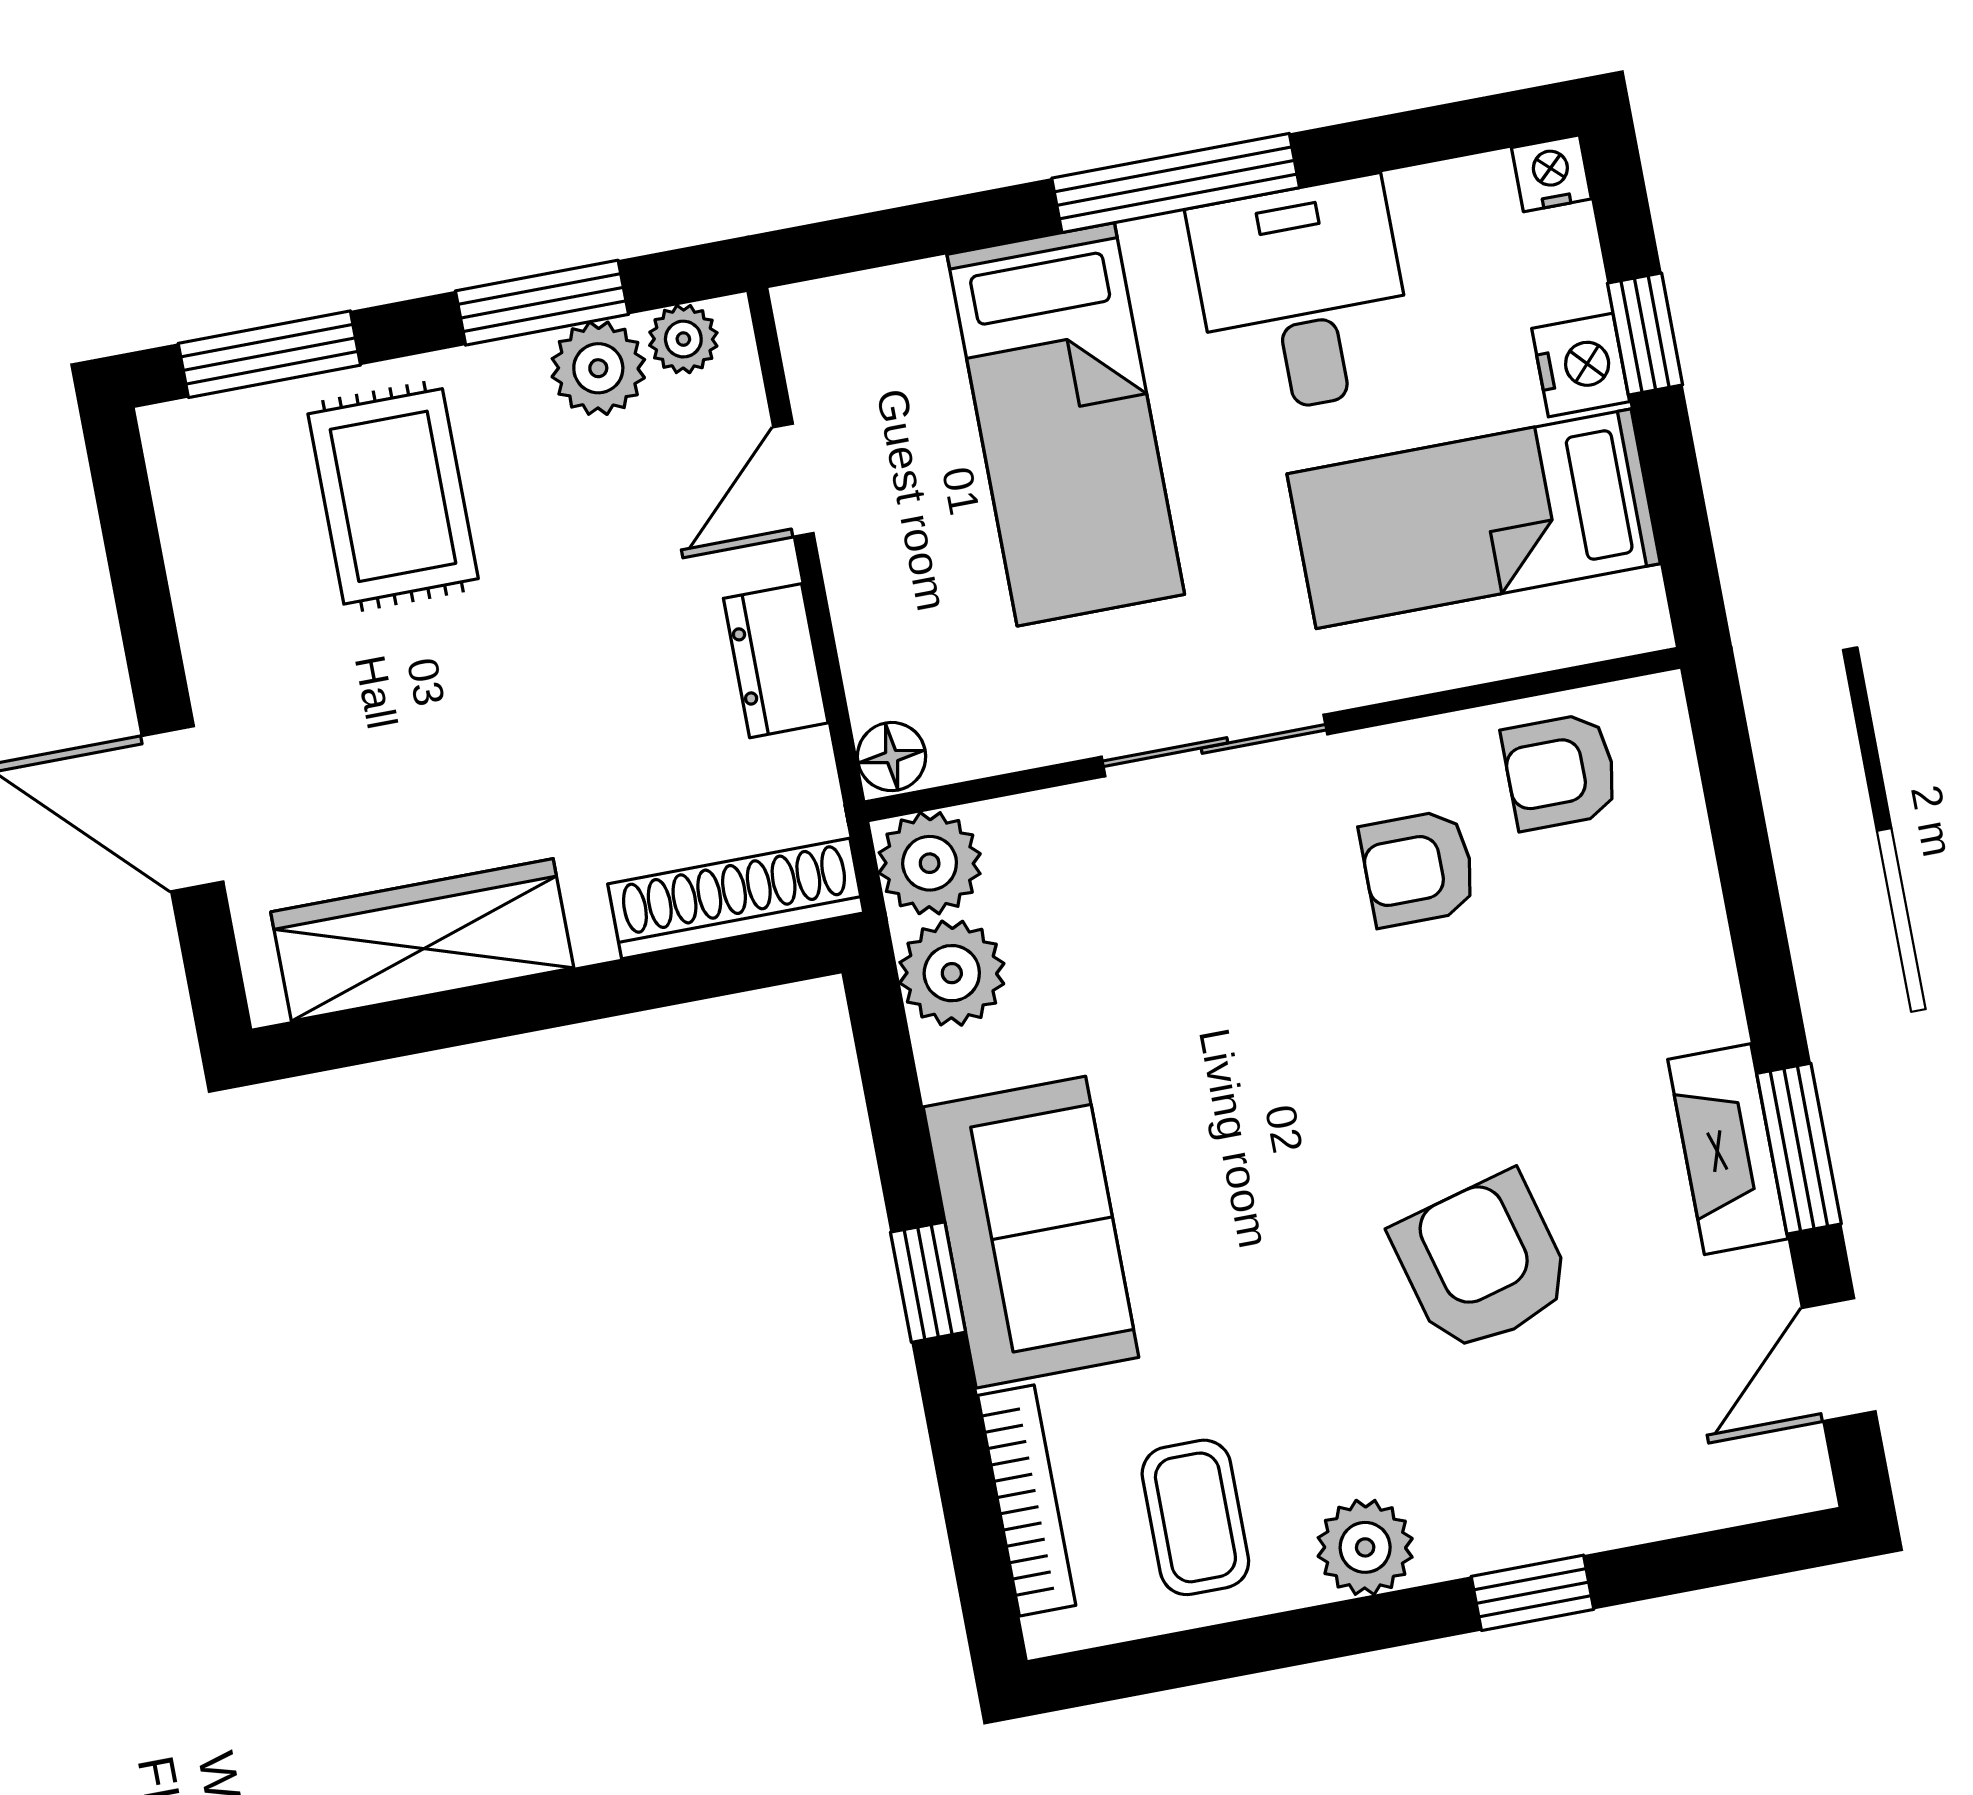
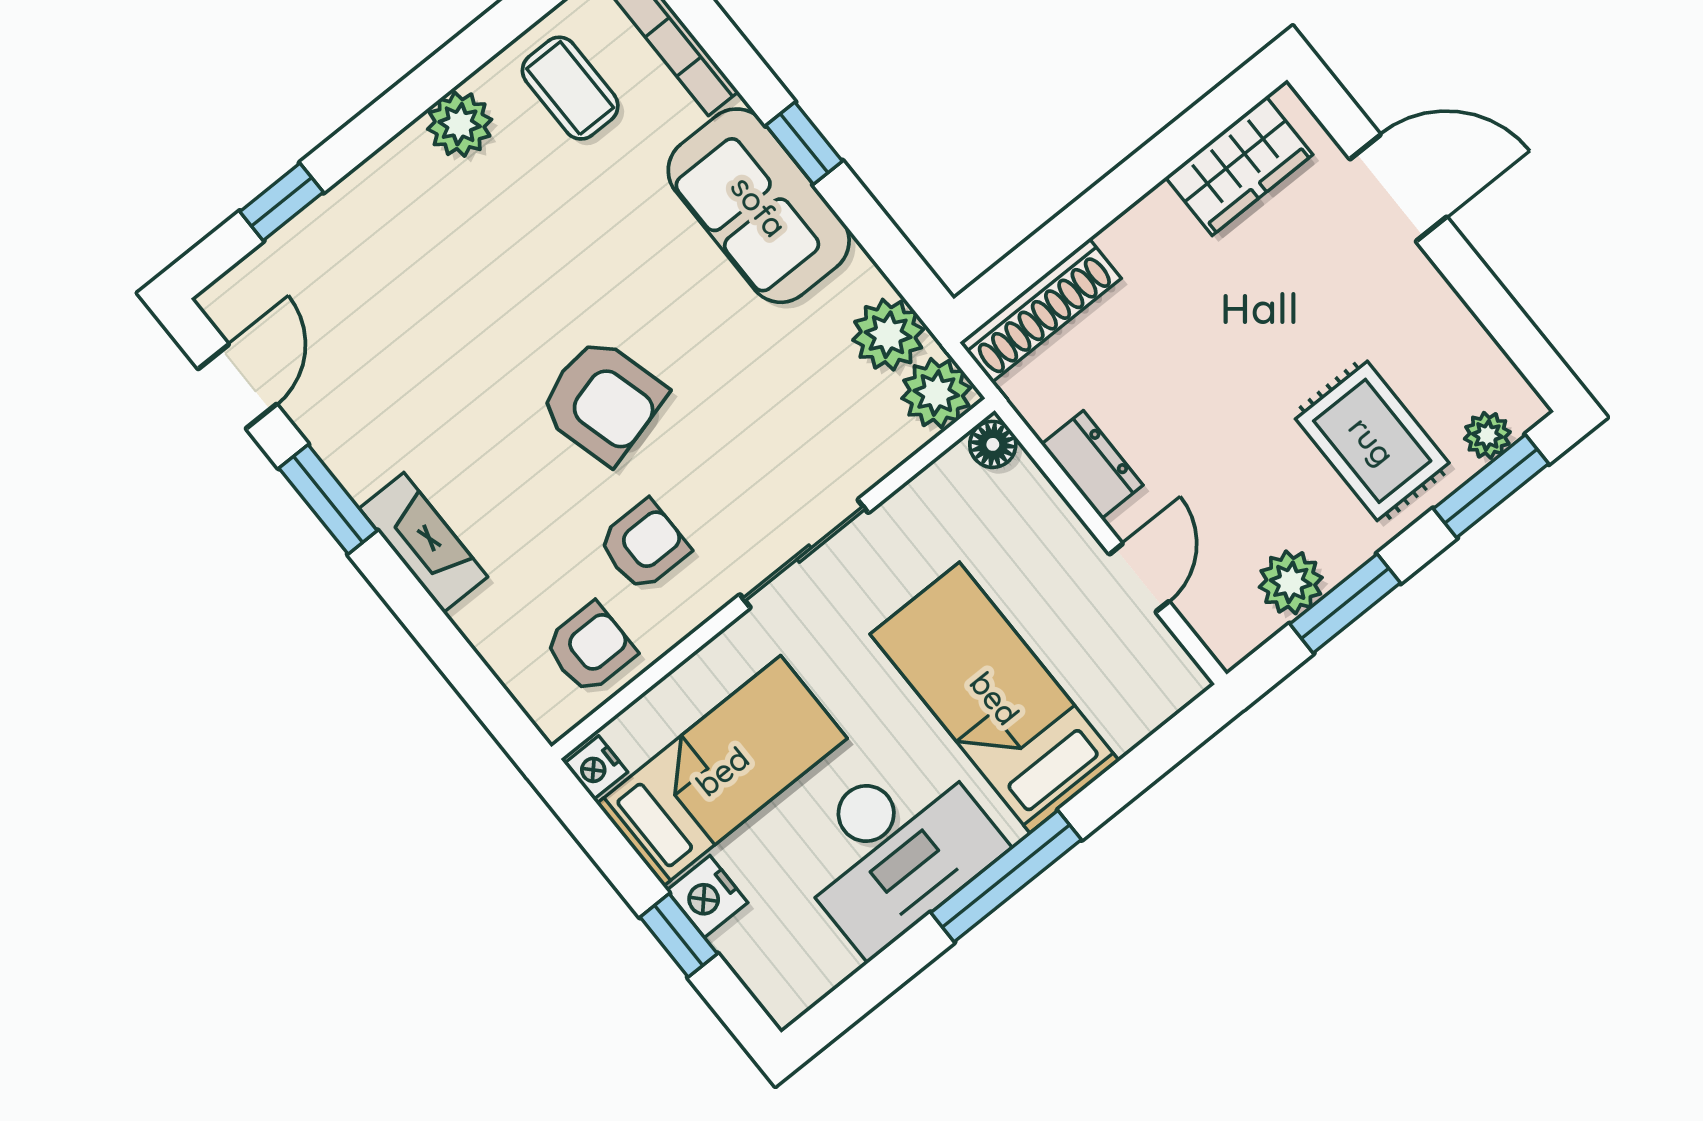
nightstand: (1551, 173) -> (596, 768), moved, turned 90
desk: (1302, 297) -> (894, 849), width x1.37
plant: (683, 339) -> (1487, 435), moved
wardrobe: (422, 940) -> (1239, 166), width x0.67
fireplace: (1728, 1149) -> (423, 543), moved
armchair: (1482, 1263) -> (602, 401), moved
window: (1533, 1593) -> (282, 202), moved

